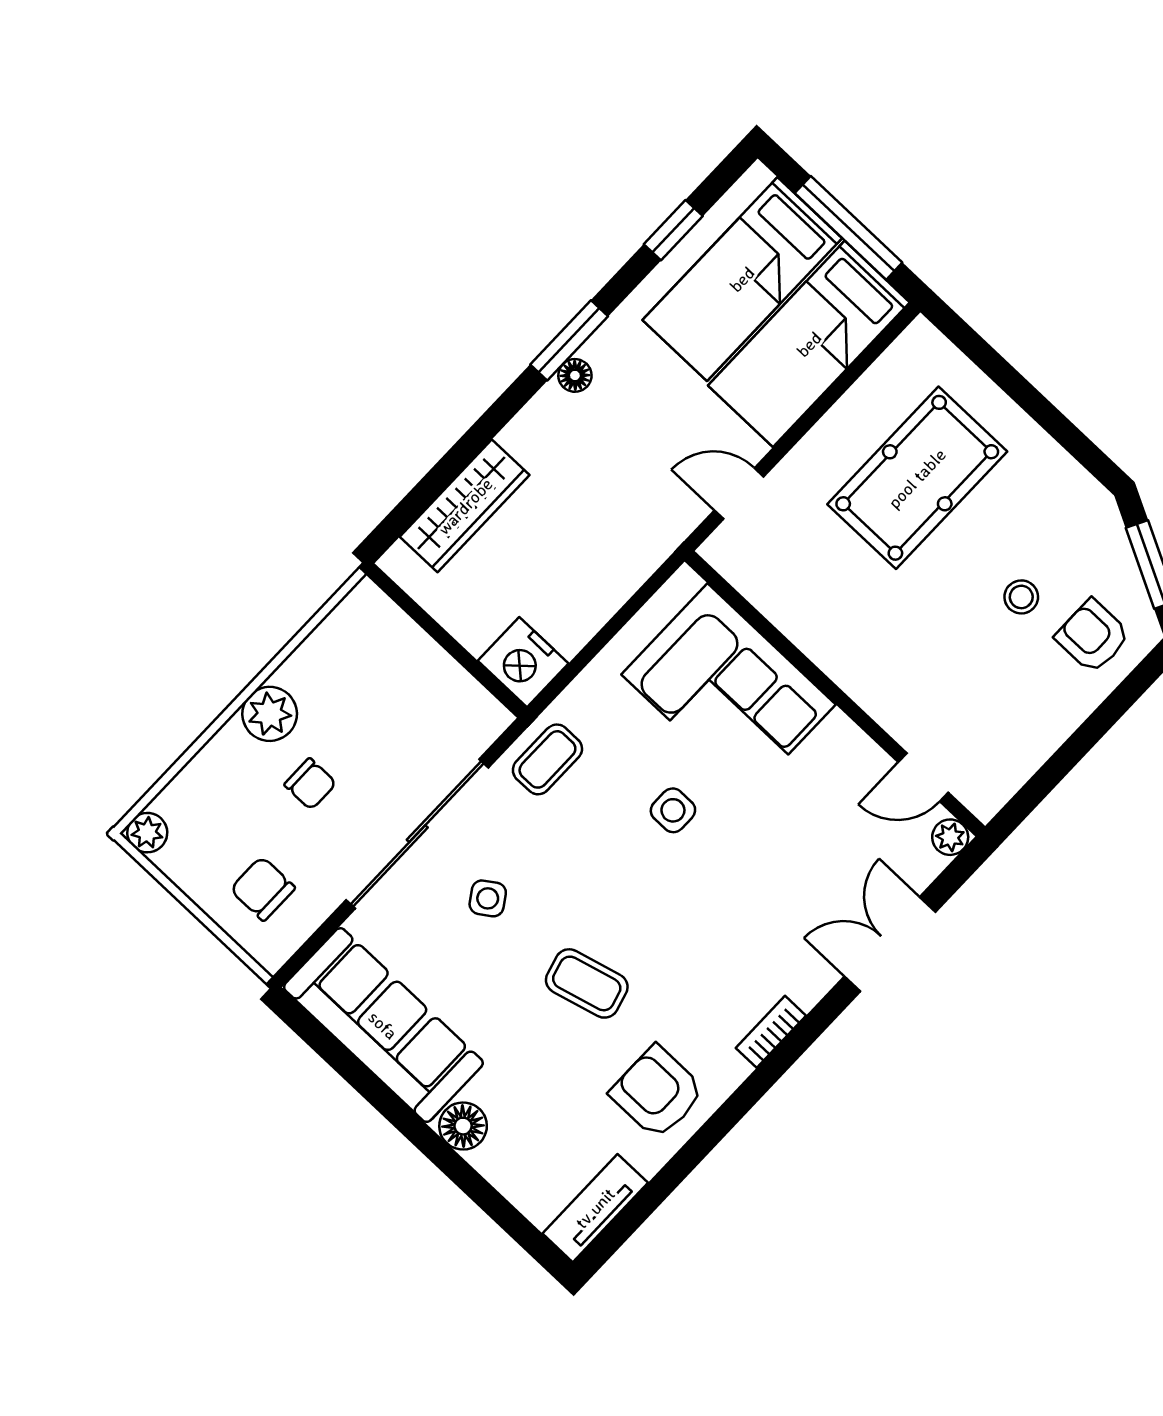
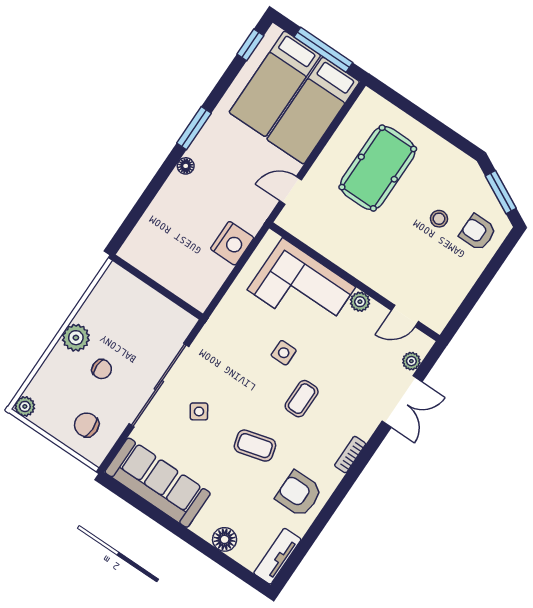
window: (673, 230) -> (250, 45), moved
floor lamp: (575, 375) -> (186, 166), moved
wardrobe: (465, 506) -> (156, 219), removed
nightstand: (523, 662) -> (232, 243), moved, turned -90
plant: (839, 735) -> (360, 302), added
coffee table: (547, 759) -> (302, 399), moved
plant: (950, 837) -> (411, 361), moved
double door: (890, 944) -> (402, 402), swing flipped
floor lamp: (463, 1126) -> (225, 539), moved

